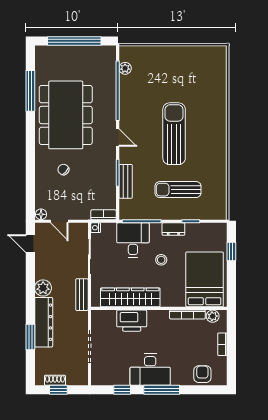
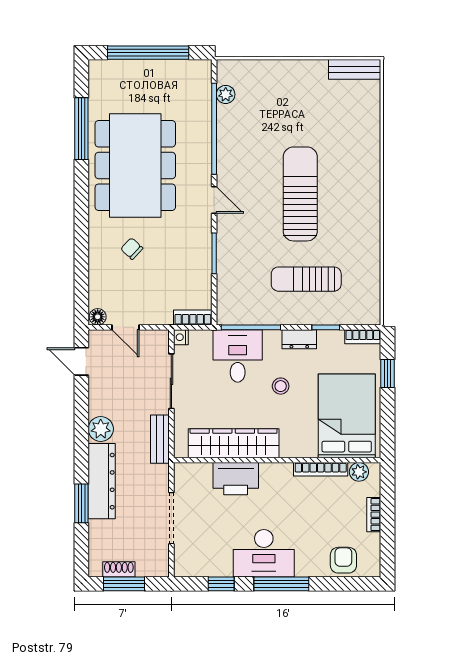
bench: (126, 181) -> (355, 69), moved, turned 90
bookcase: (215, 227) -> (363, 337), added
window: (58, 390) -> (124, 584), width x1.50

